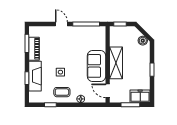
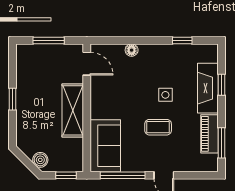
boiler: (143, 41) -> (40, 160), moved
sofa: (96, 66) -> (105, 146), moved
coffee table: (62, 92) -> (158, 127), moved
freezer: (140, 96) -> (32, 55), removed

